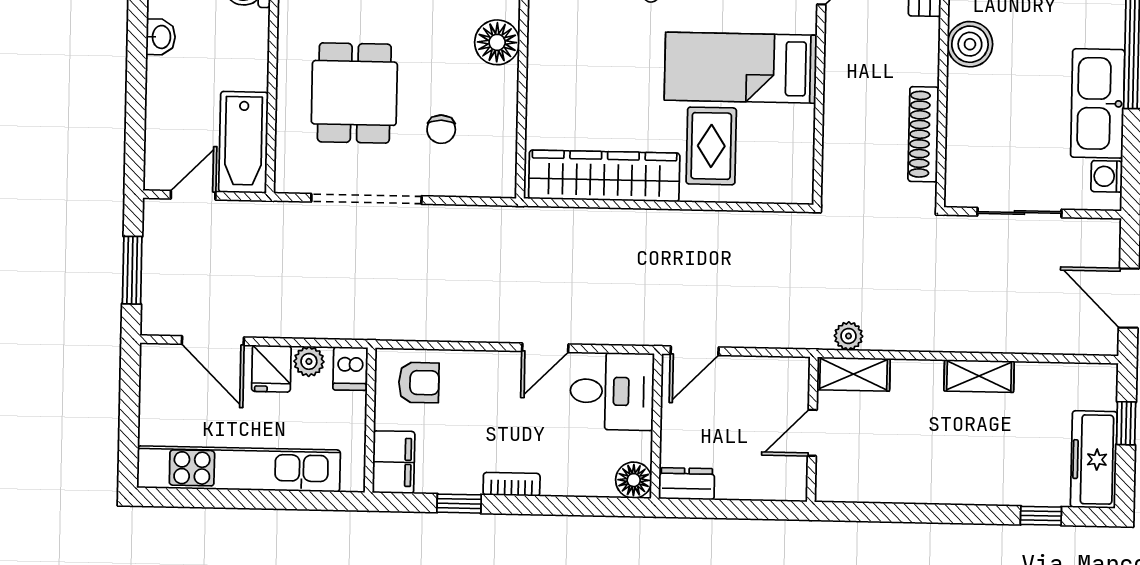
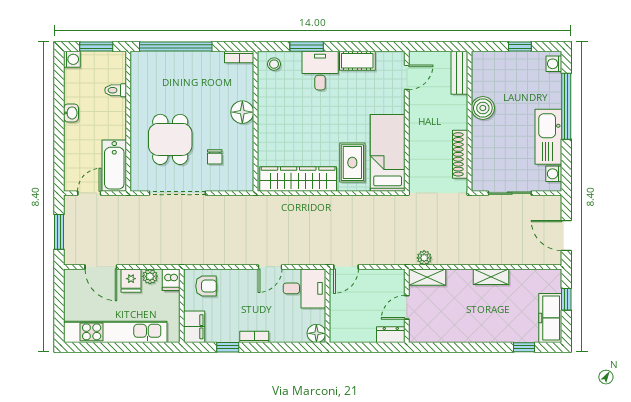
bed: (741, 68) -> (388, 153), moved, turned 90
dresser: (687, 484) -> (391, 335), moved

